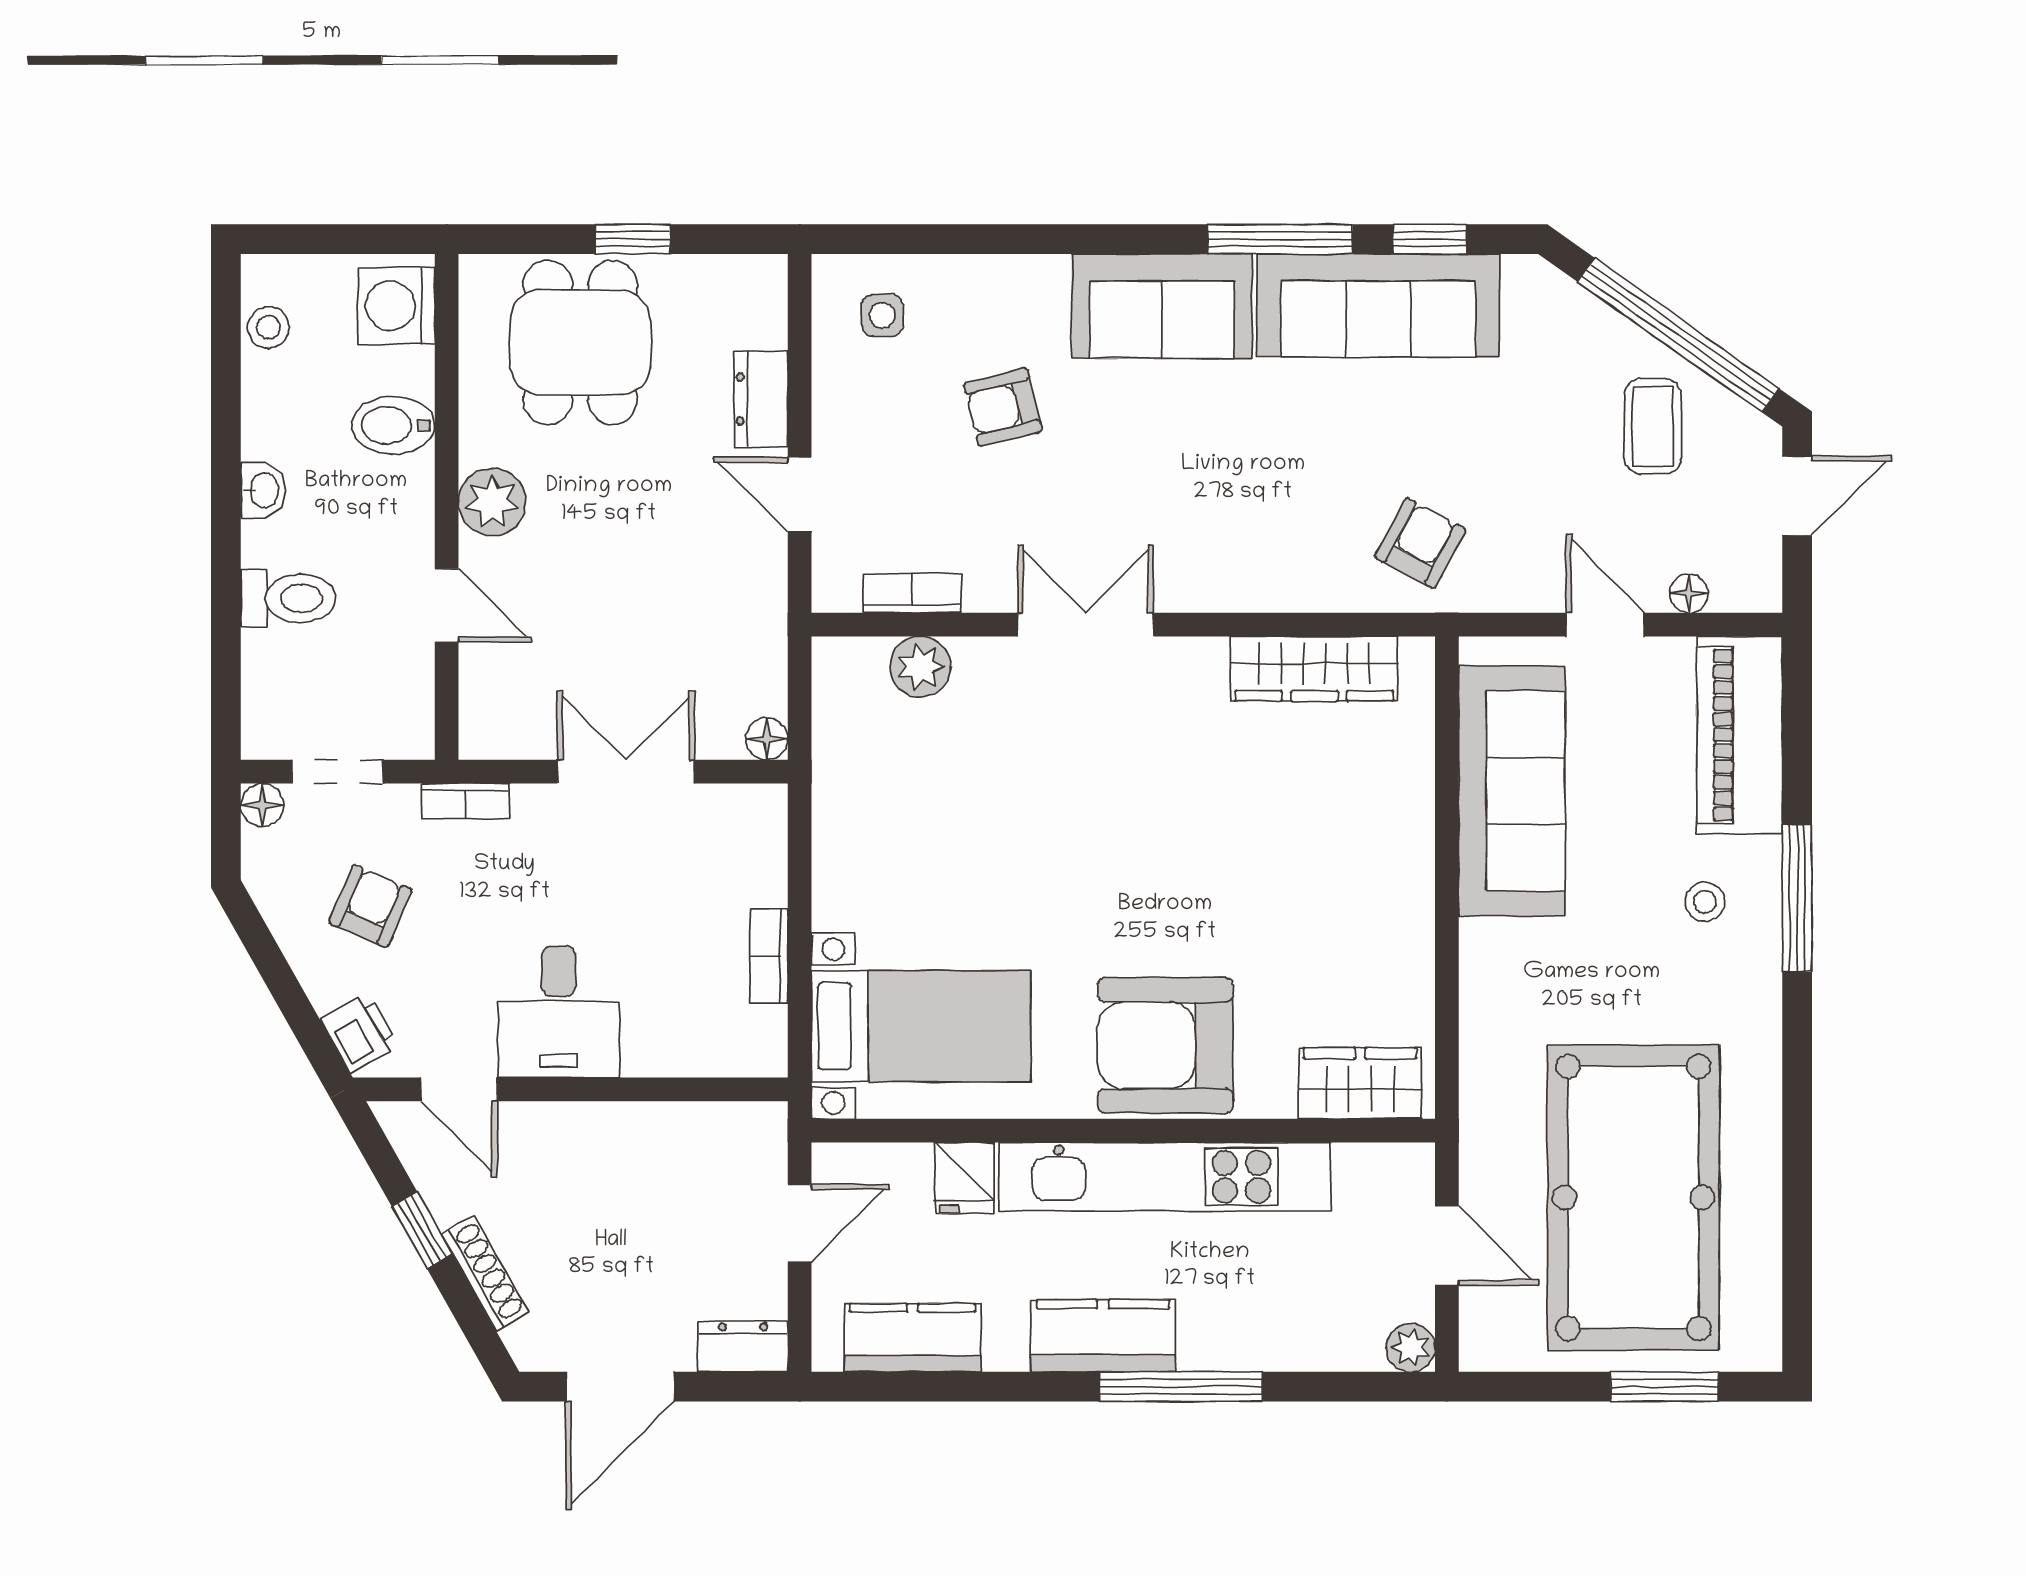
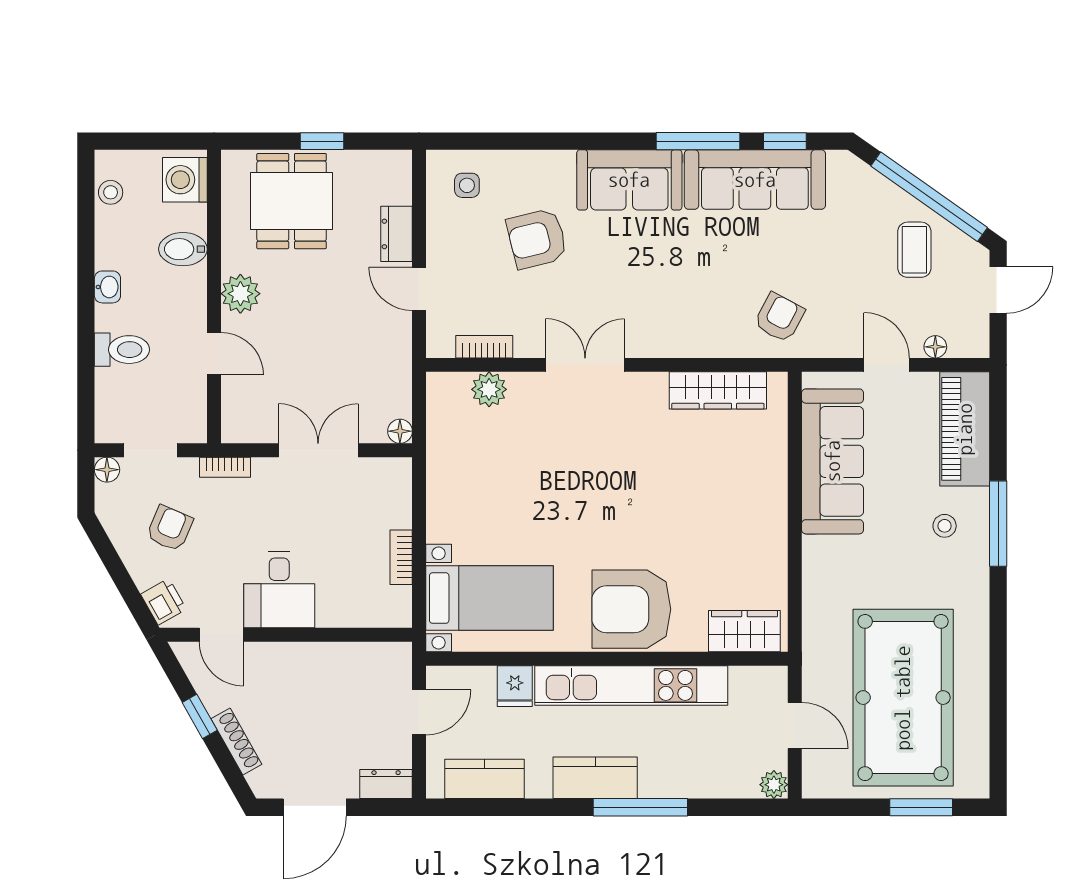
armchair: (1003, 407) -> (537, 239), width x1.38, depth x1.38

